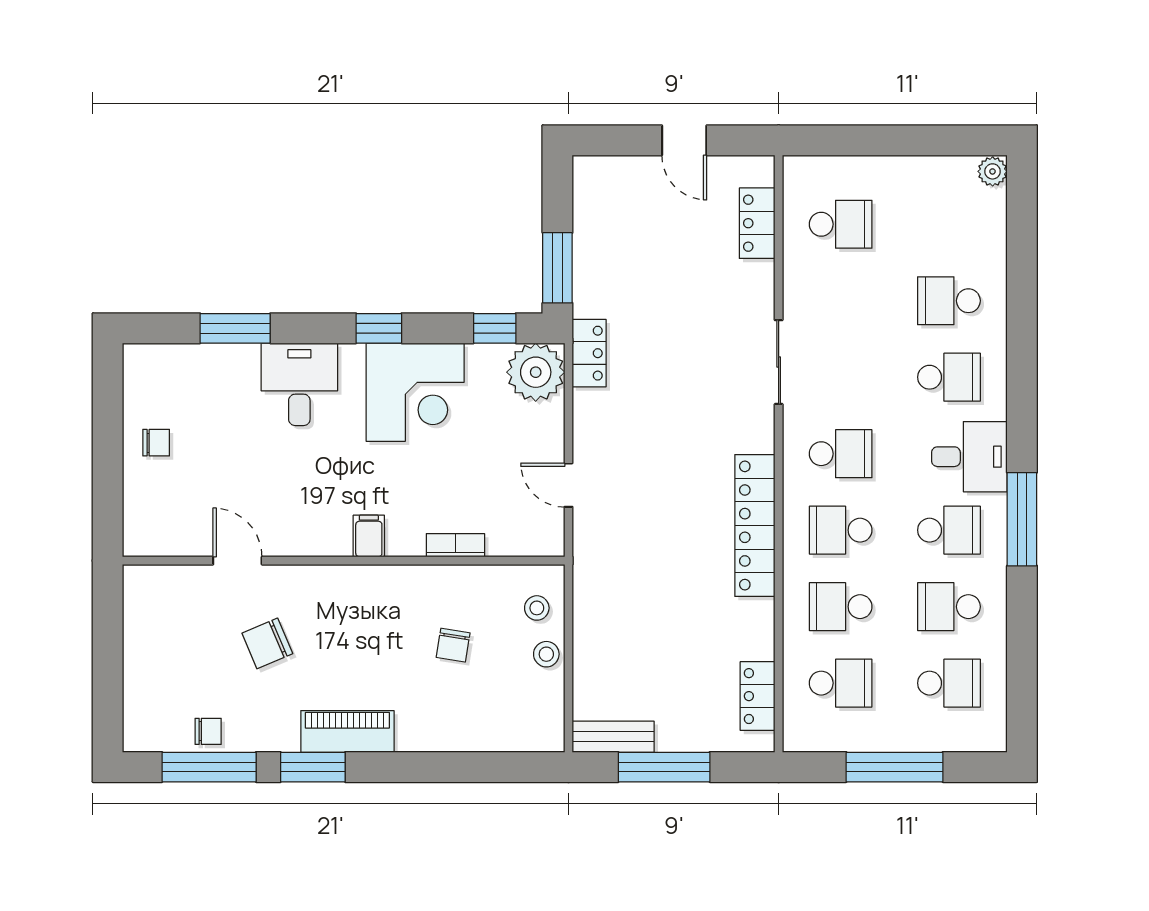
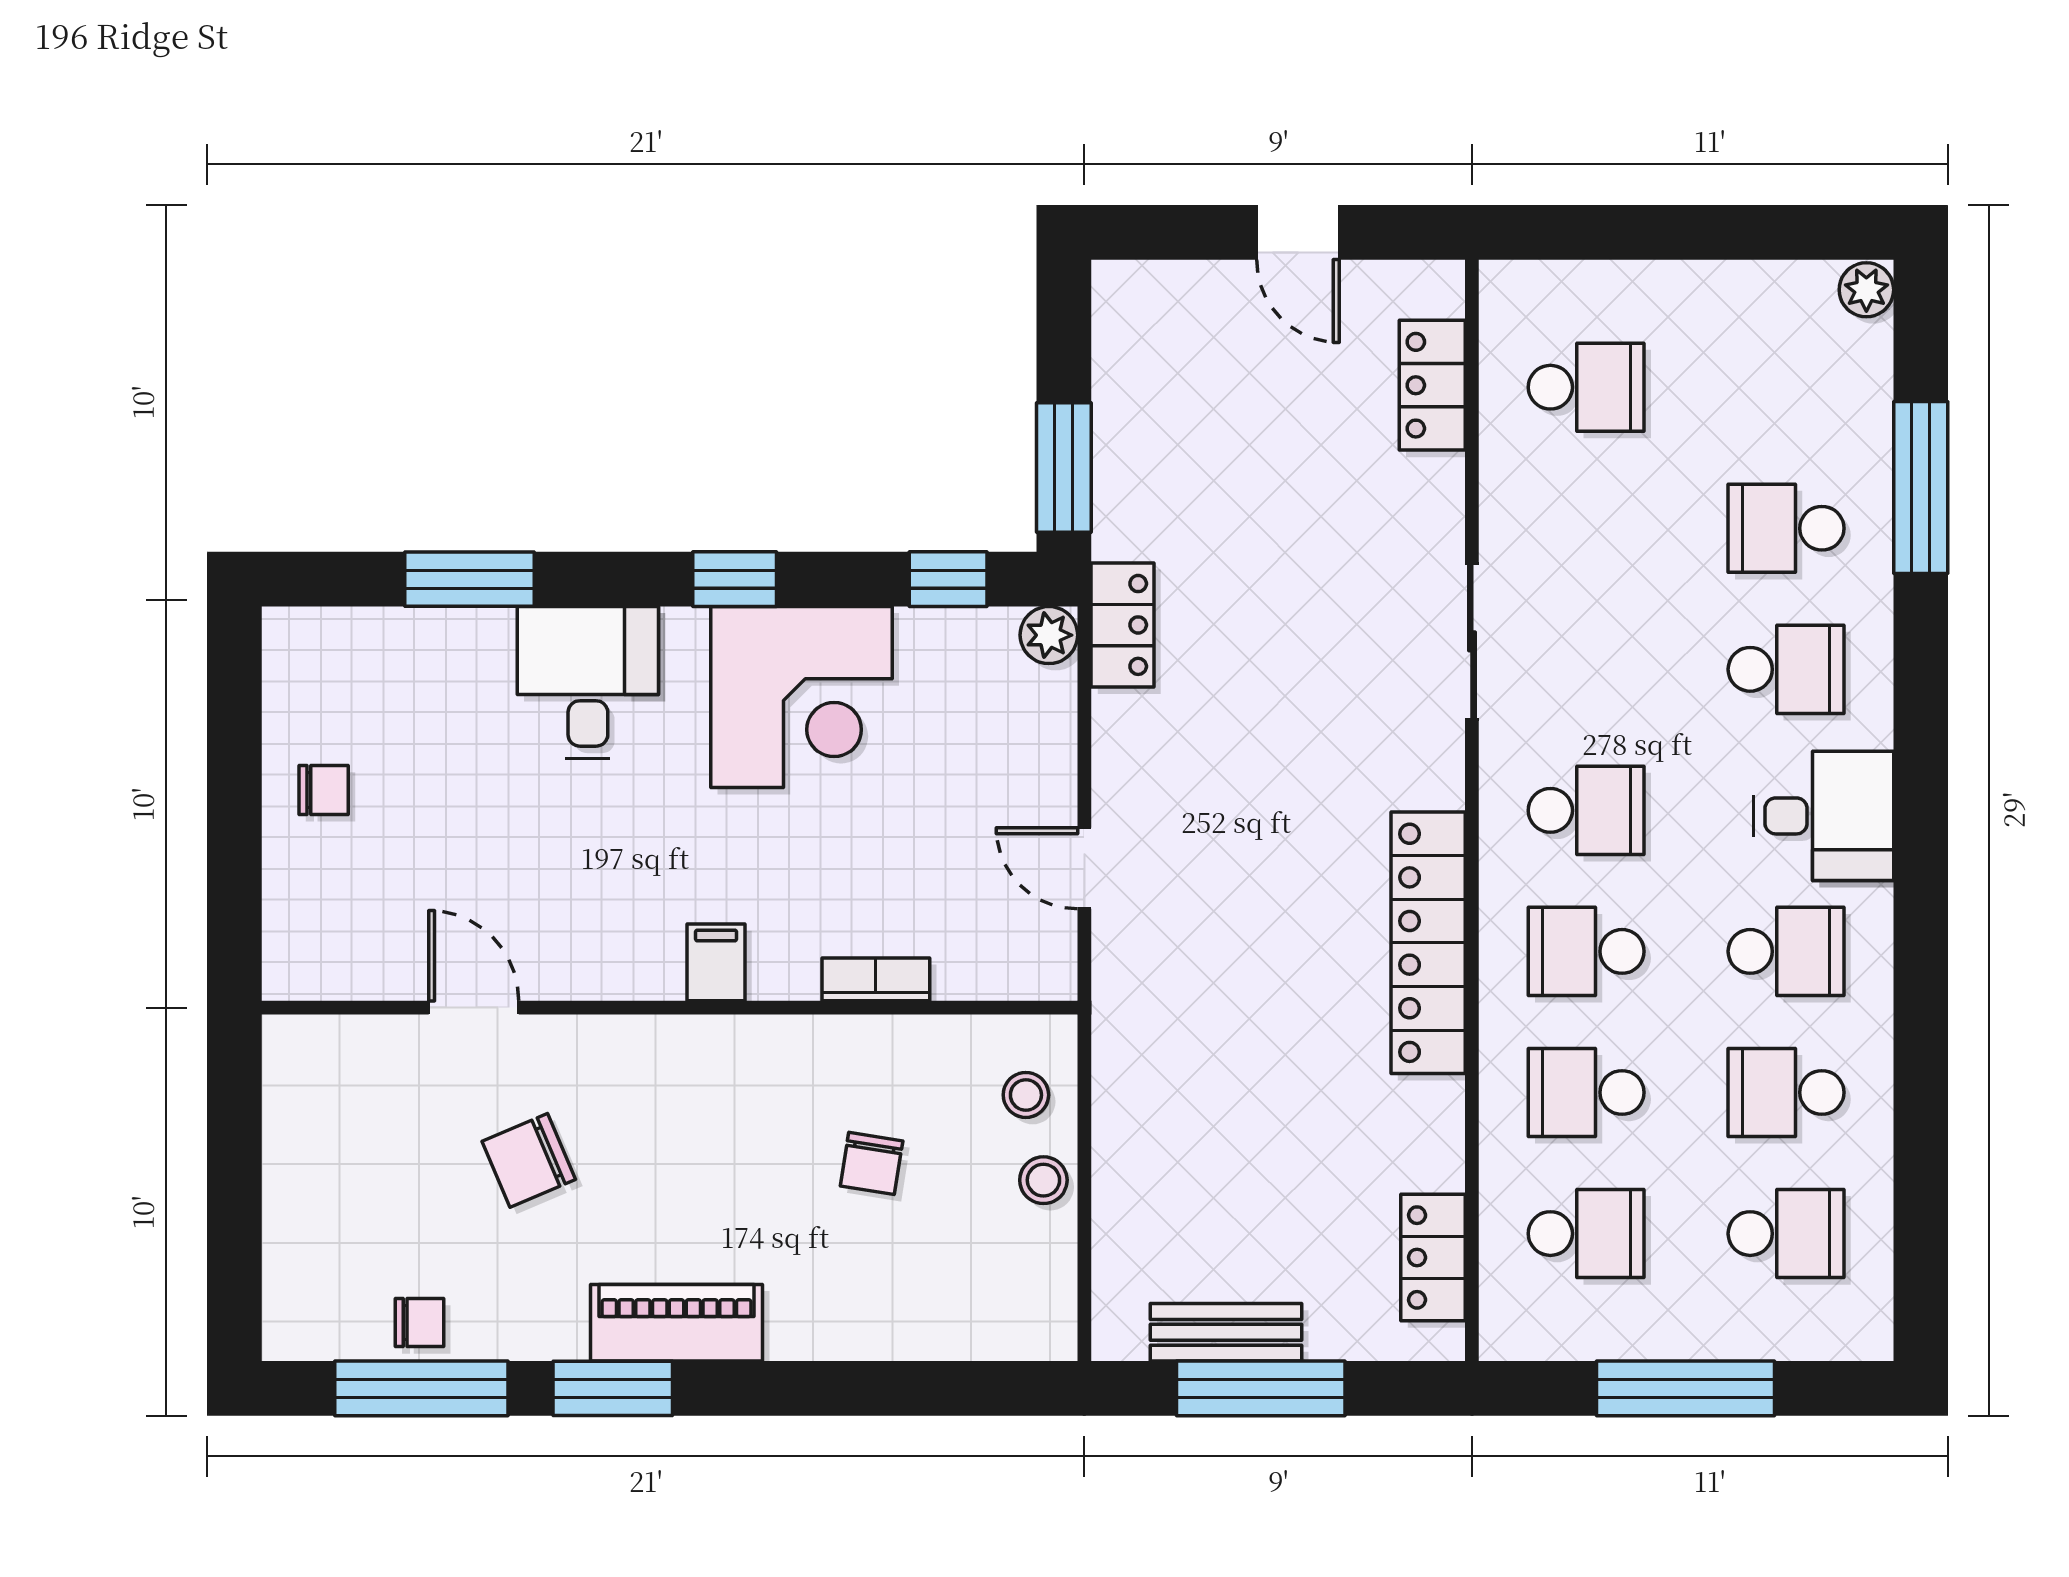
plant: (536, 372) -> (1049, 635), width x0.53, depth x0.53
window: (1022, 519) -> (1921, 488), moved
bench: (613, 737) -> (1226, 1332), moved

